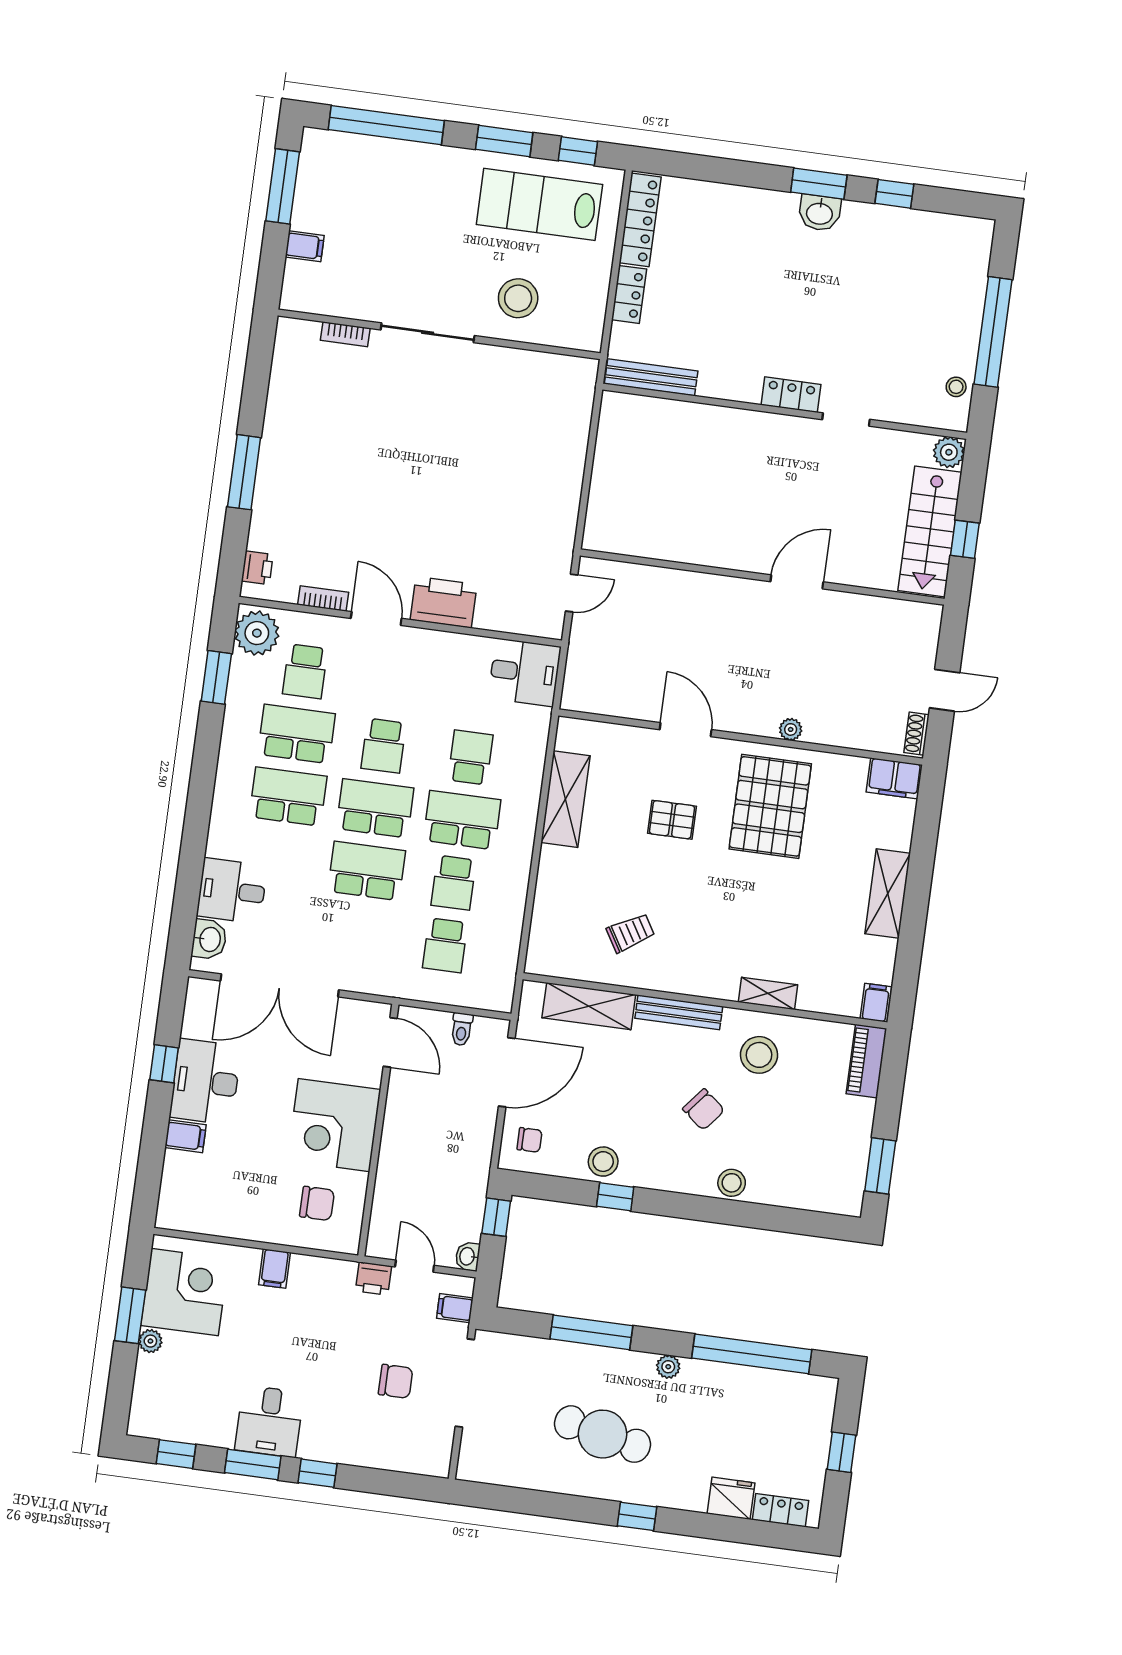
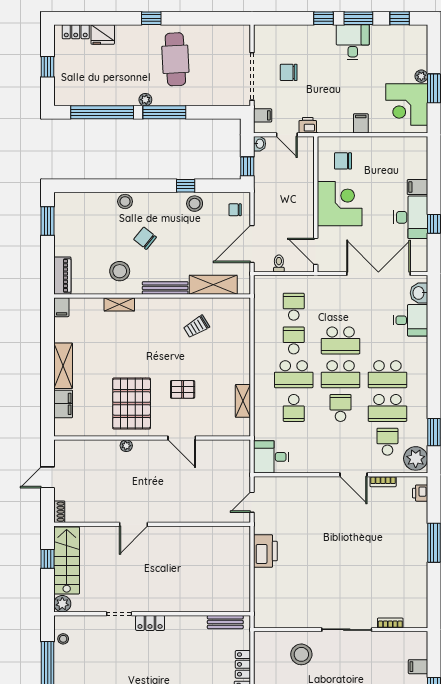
bench: (651, 377) -> (225, 622), width x0.73
printer: (444, 602) -> (265, 551), moved, turned -90
shoe rack: (917, 734) -> (59, 512), moved
filing cabinet: (894, 778) -> (63, 404), moved, turned 90
shelving: (565, 799) -> (243, 401), width x0.67, depth x0.75
window: (591, 1332) -> (164, 112), moved
cafe table: (603, 1434) -> (175, 59), turned 75

